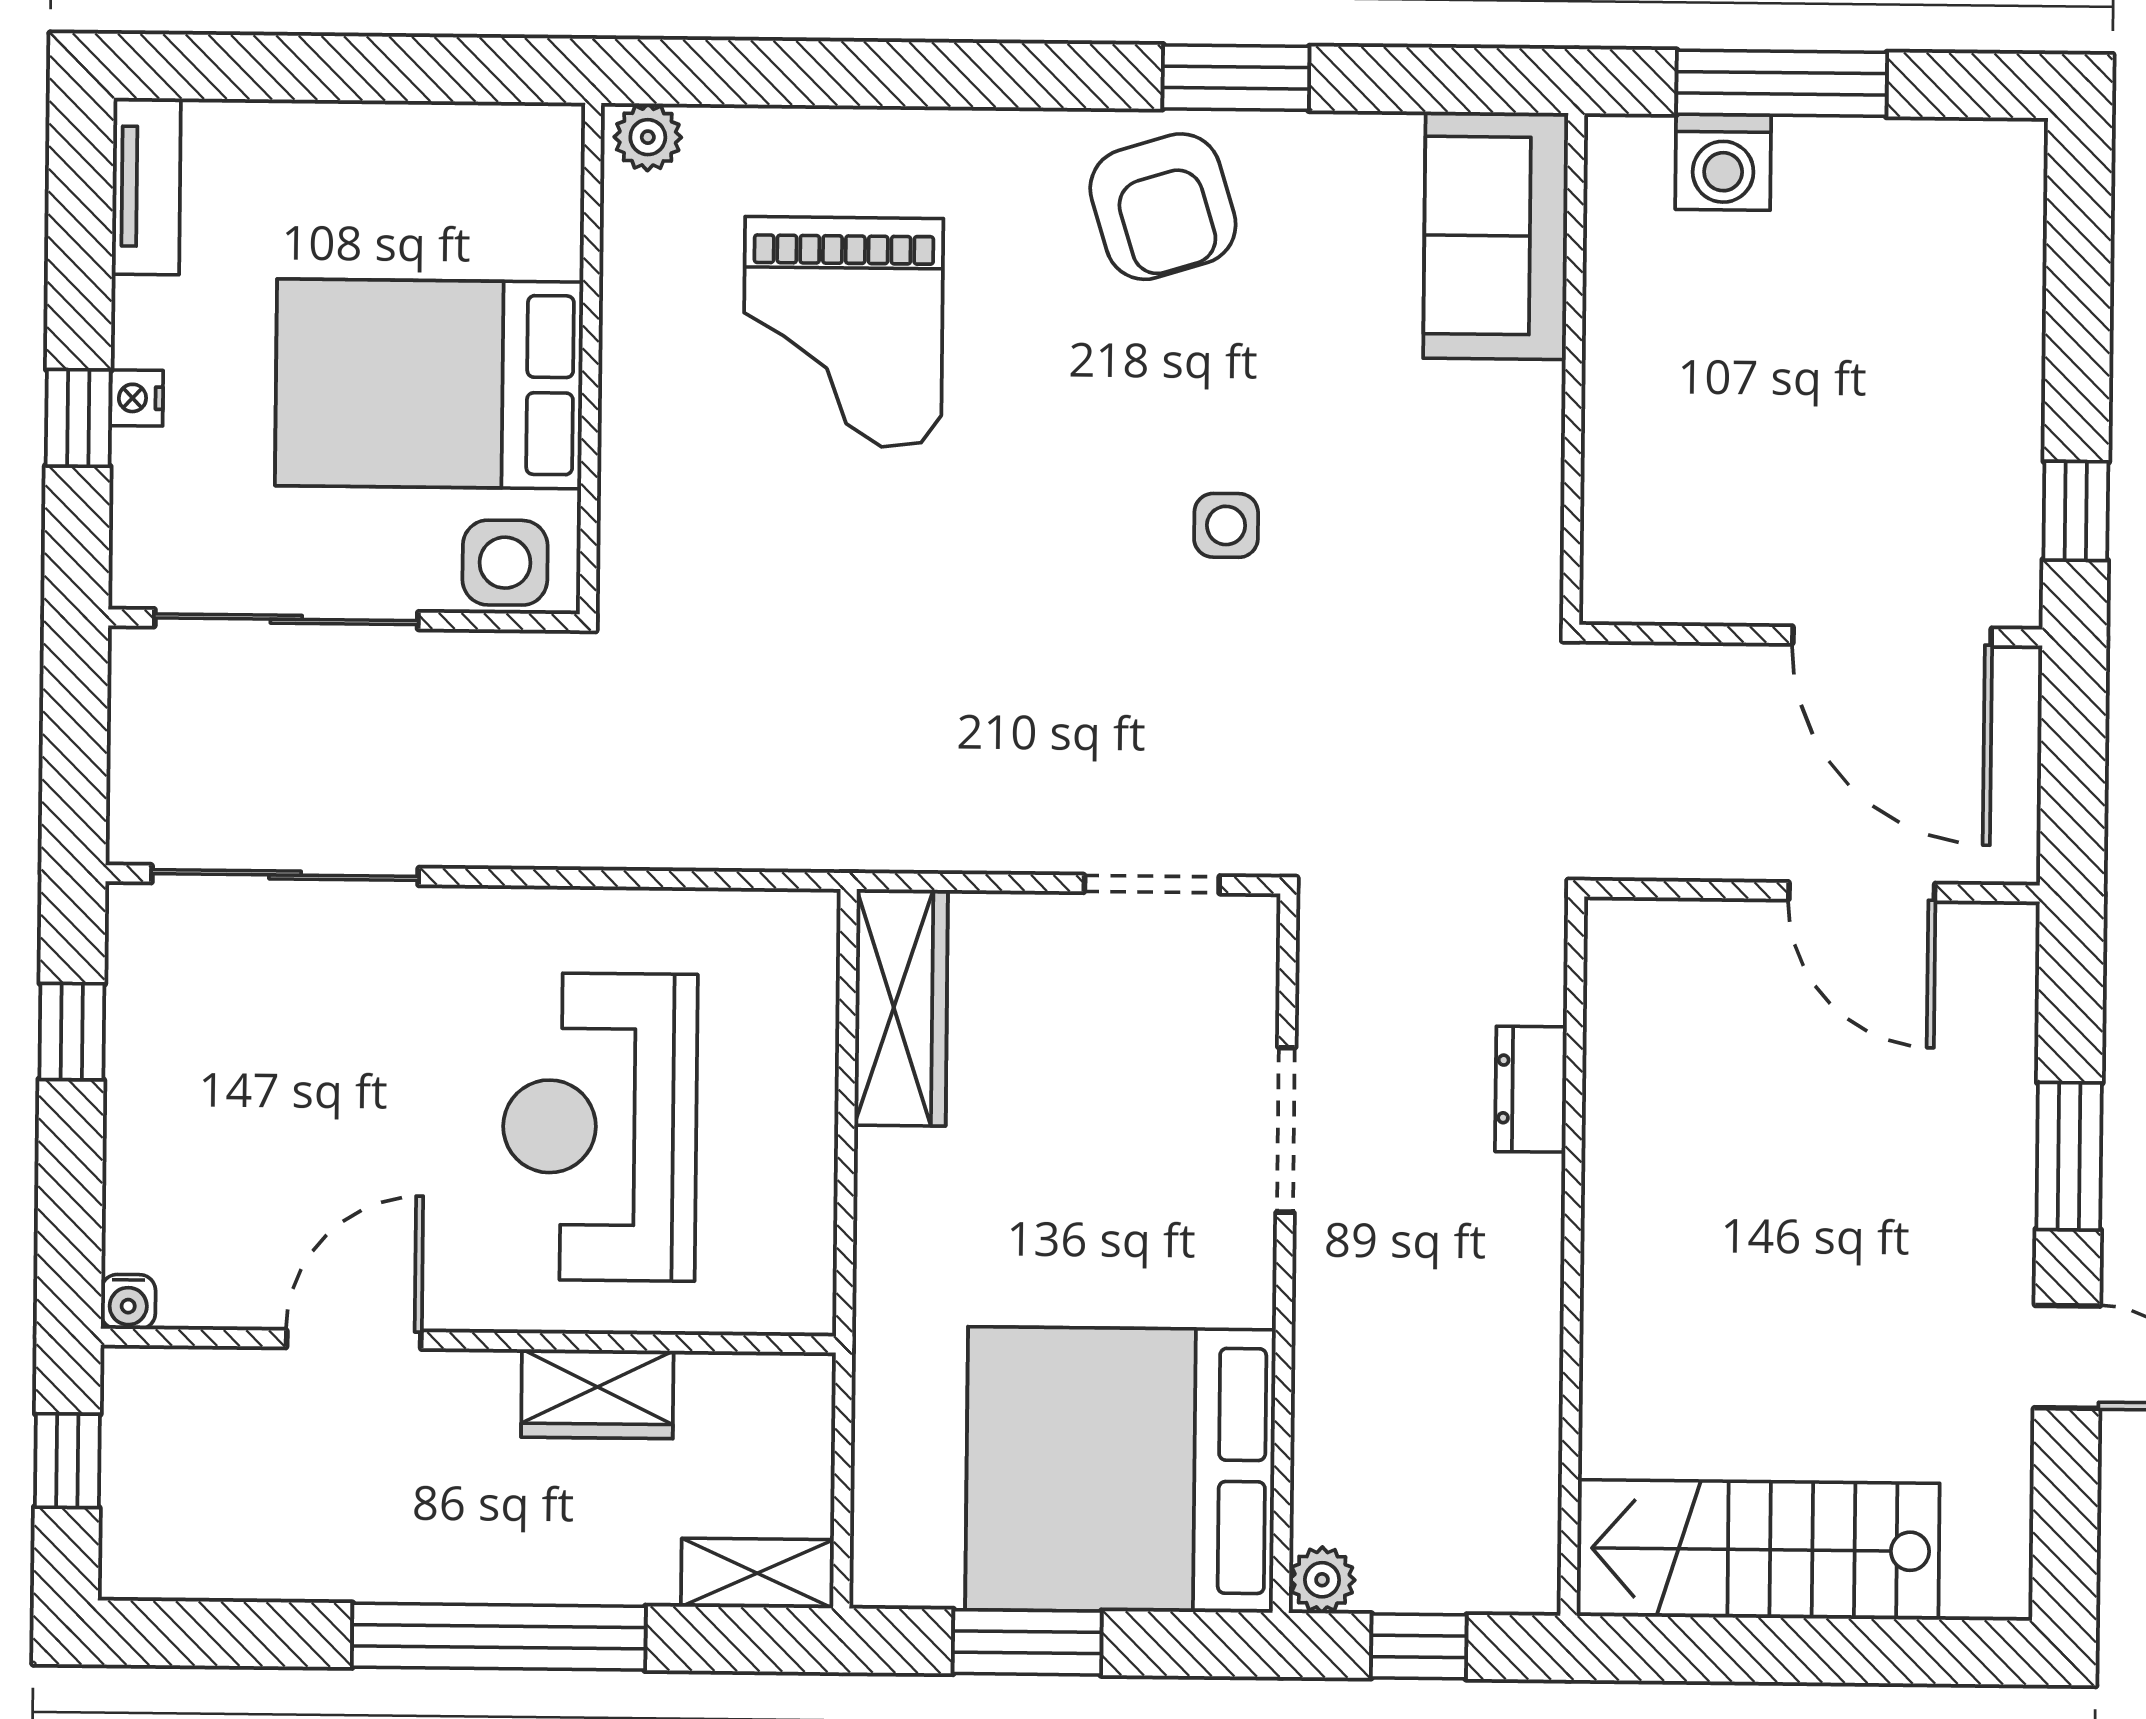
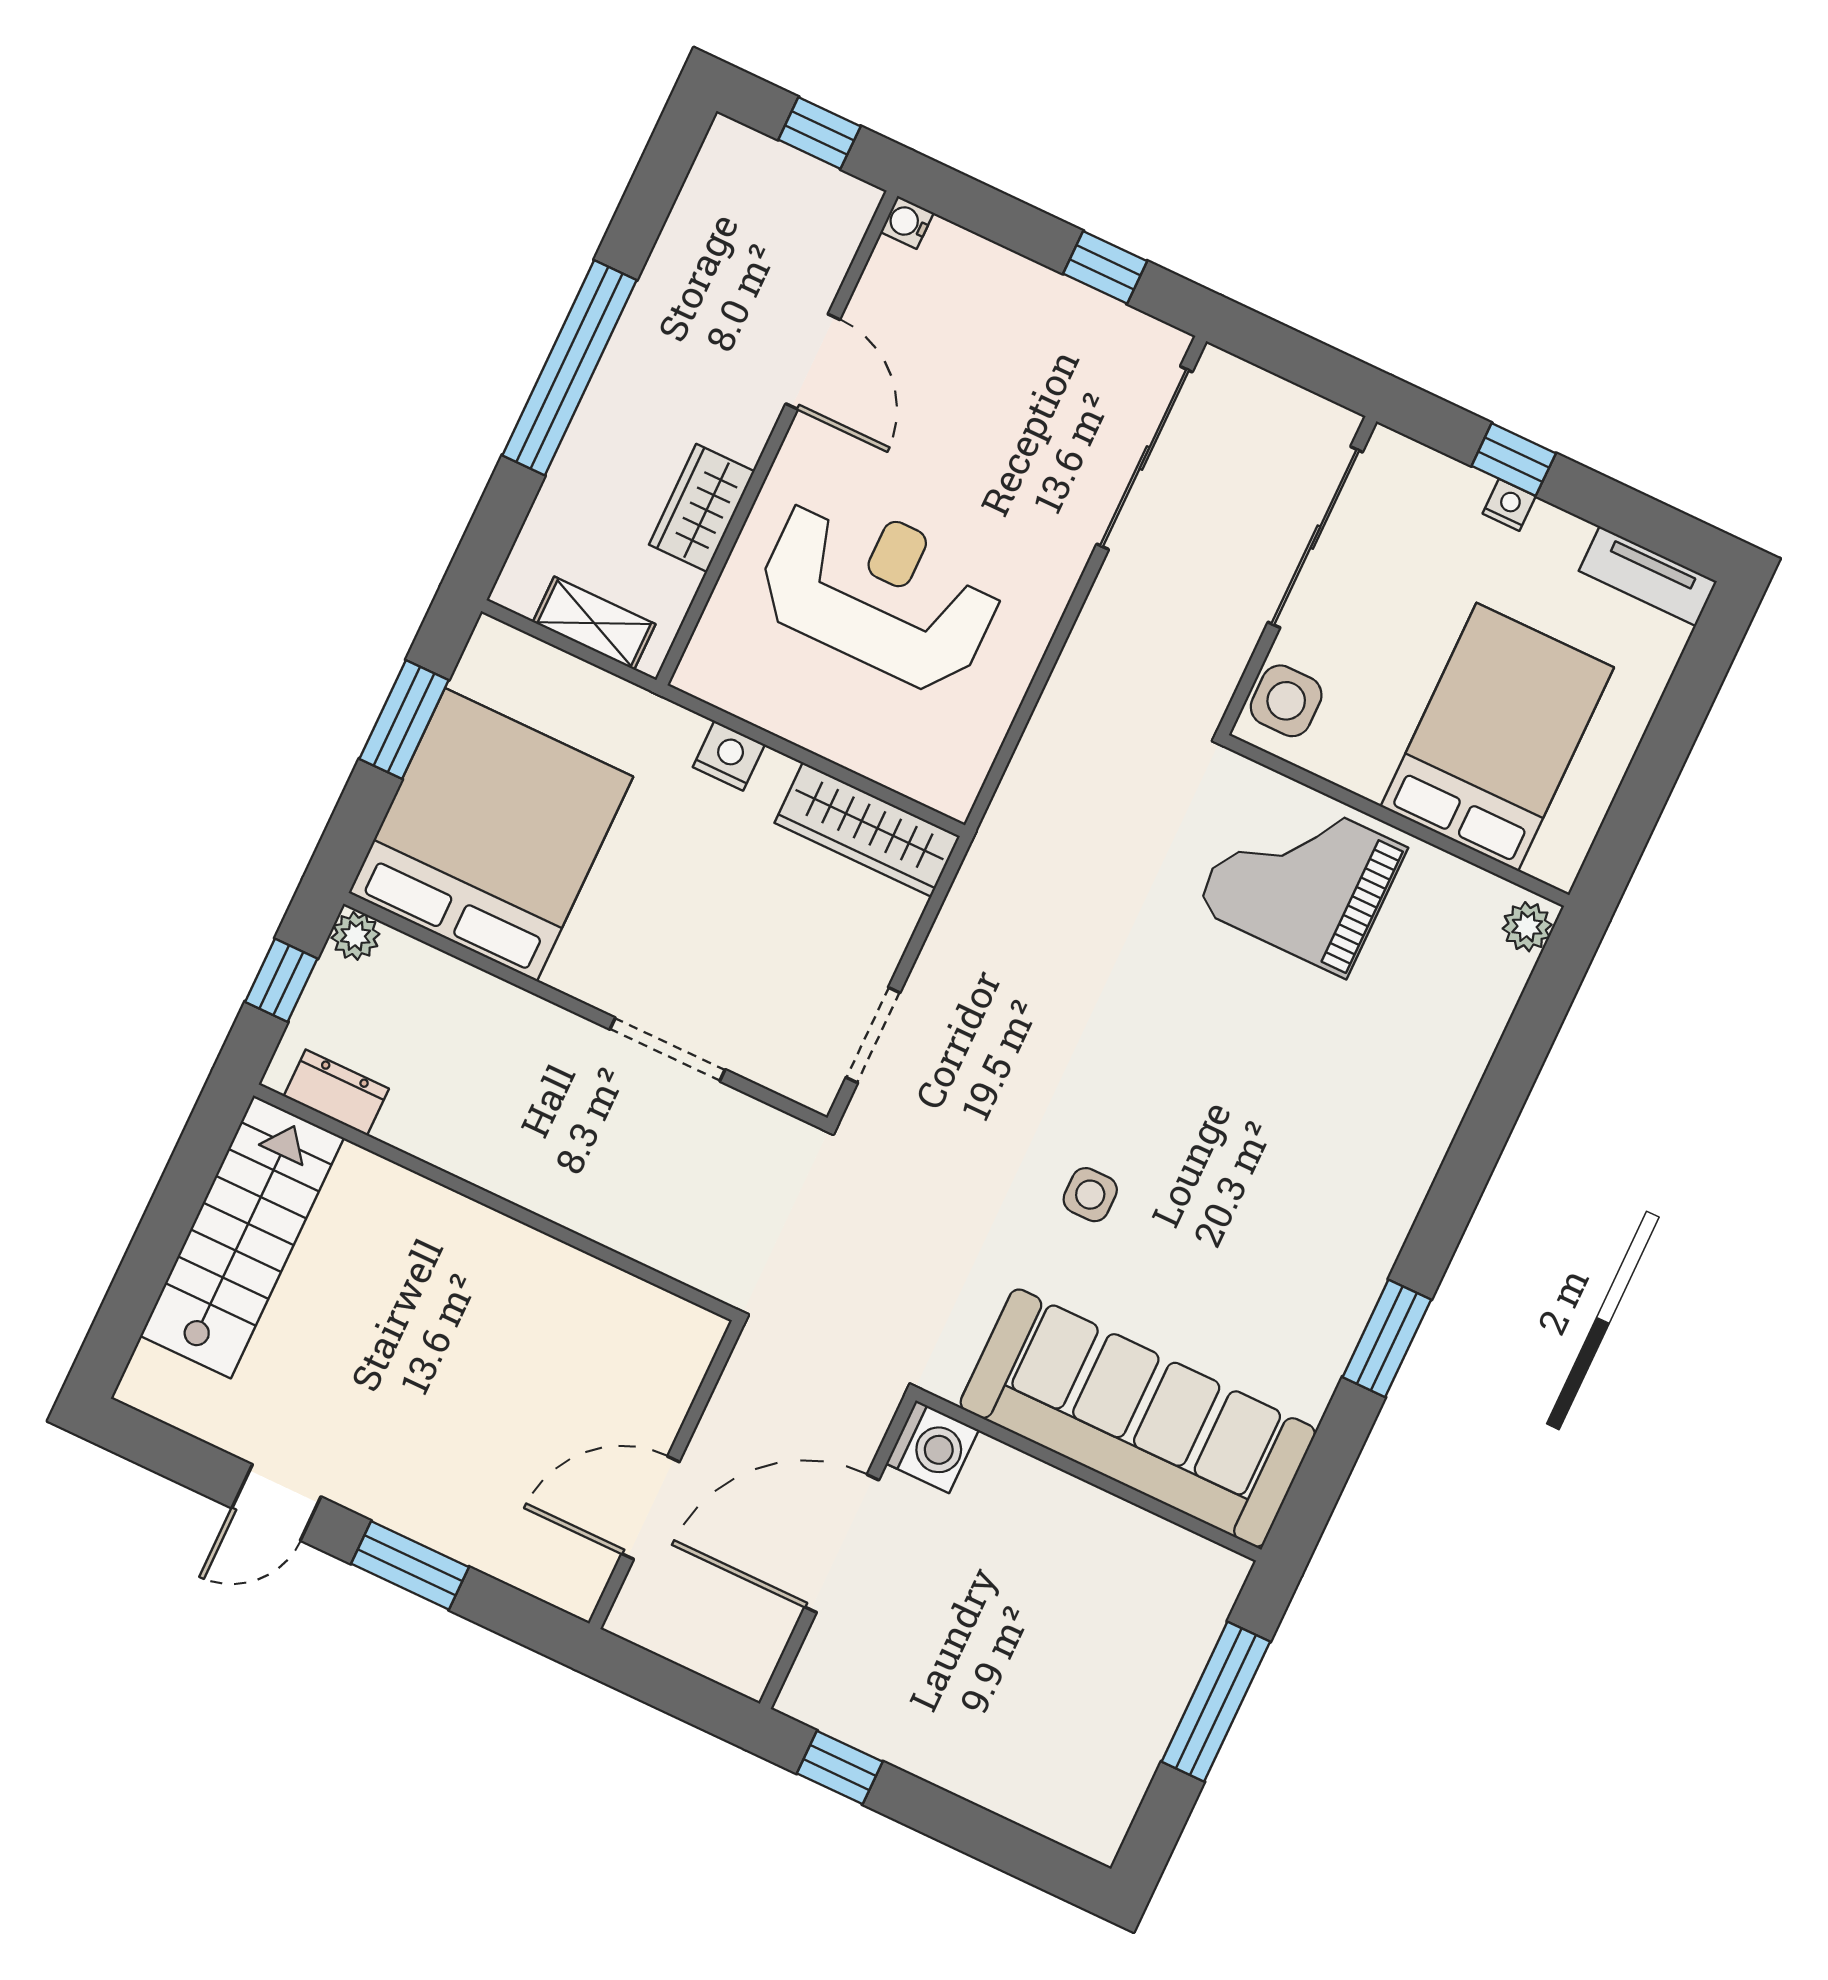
washing machine: (1723, 162) -> (932, 1447), moved, turned 180
armchair: (1163, 207) -> (1323, 1250), removed
sofa: (1496, 236) -> (1138, 1418), width x1.85, depth x1.27
grand piano: (843, 332) -> (1301, 878), moved
bed: (429, 384) -> (1497, 737), moved
door: (1892, 636) -> (842, 1543), moved
dresser: (1531, 1089) -> (336, 1092), moved
nightstand: (888, 1220) -> (729, 756), added
shelving: (757, 1573) -> (594, 623), moved, turned 90

